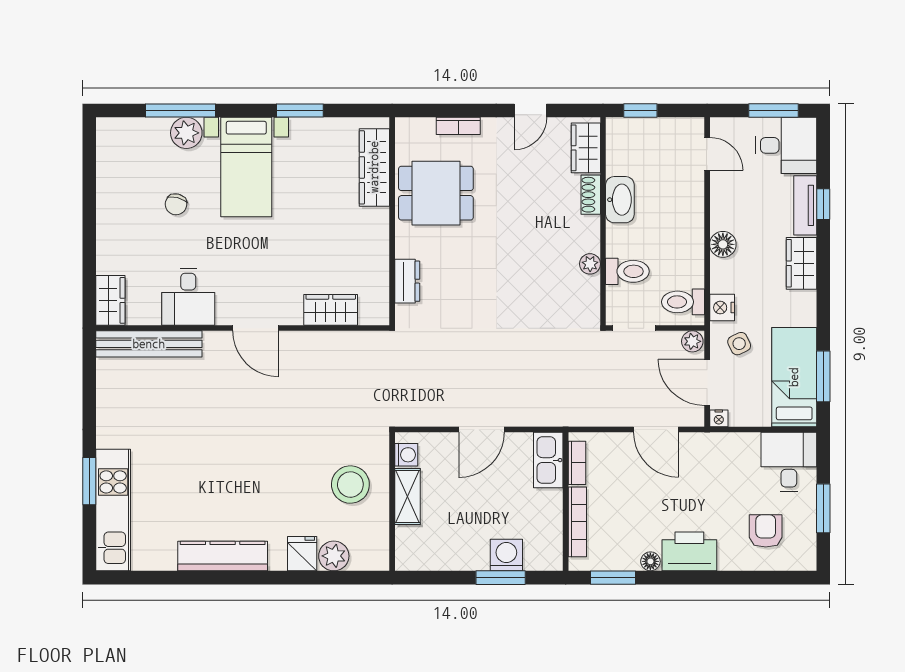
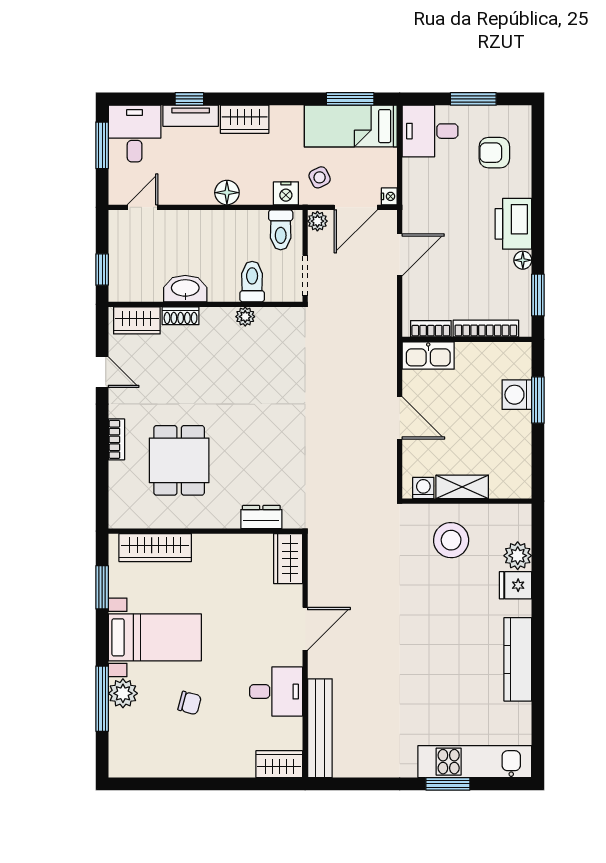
wardrobe: (374, 167) -> (155, 548), moved
wall: (392, 221) -> (205, 531), moved
dresser: (407, 281) -> (261, 517), moved

